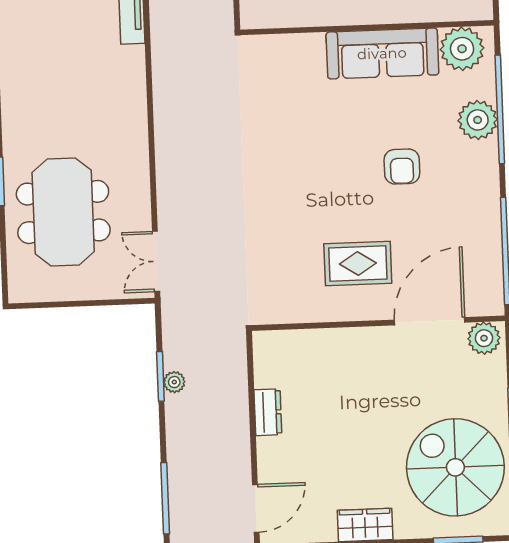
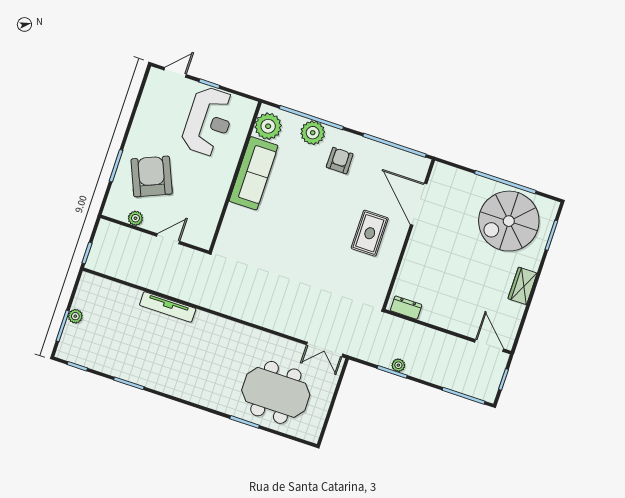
armchair: (402, 167) -> (340, 161), moved, turned -90
plant: (484, 338) -> (440, 176), removed
dresser: (268, 412) -> (406, 308), moved

